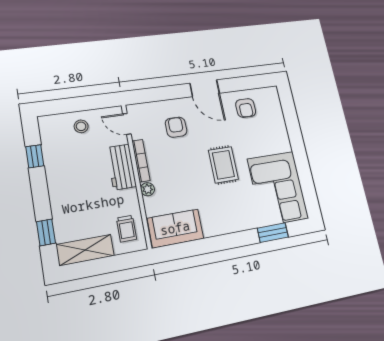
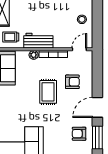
window: (245, 83) -> (97, 138), added
rug: (223, 165) -> (48, 92), moved, turned 90
workbench: (121, 167) -> (38, 41), moved

